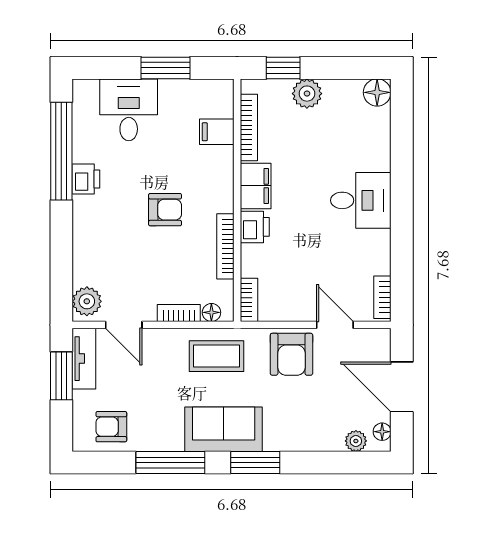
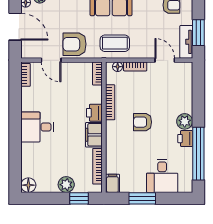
filing cabinet: (217, 132) -> (112, 183), moved, turned -90
plant: (87, 301) -> (185, 121), moved
armchair: (291, 354) -> (74, 44), turned -90

